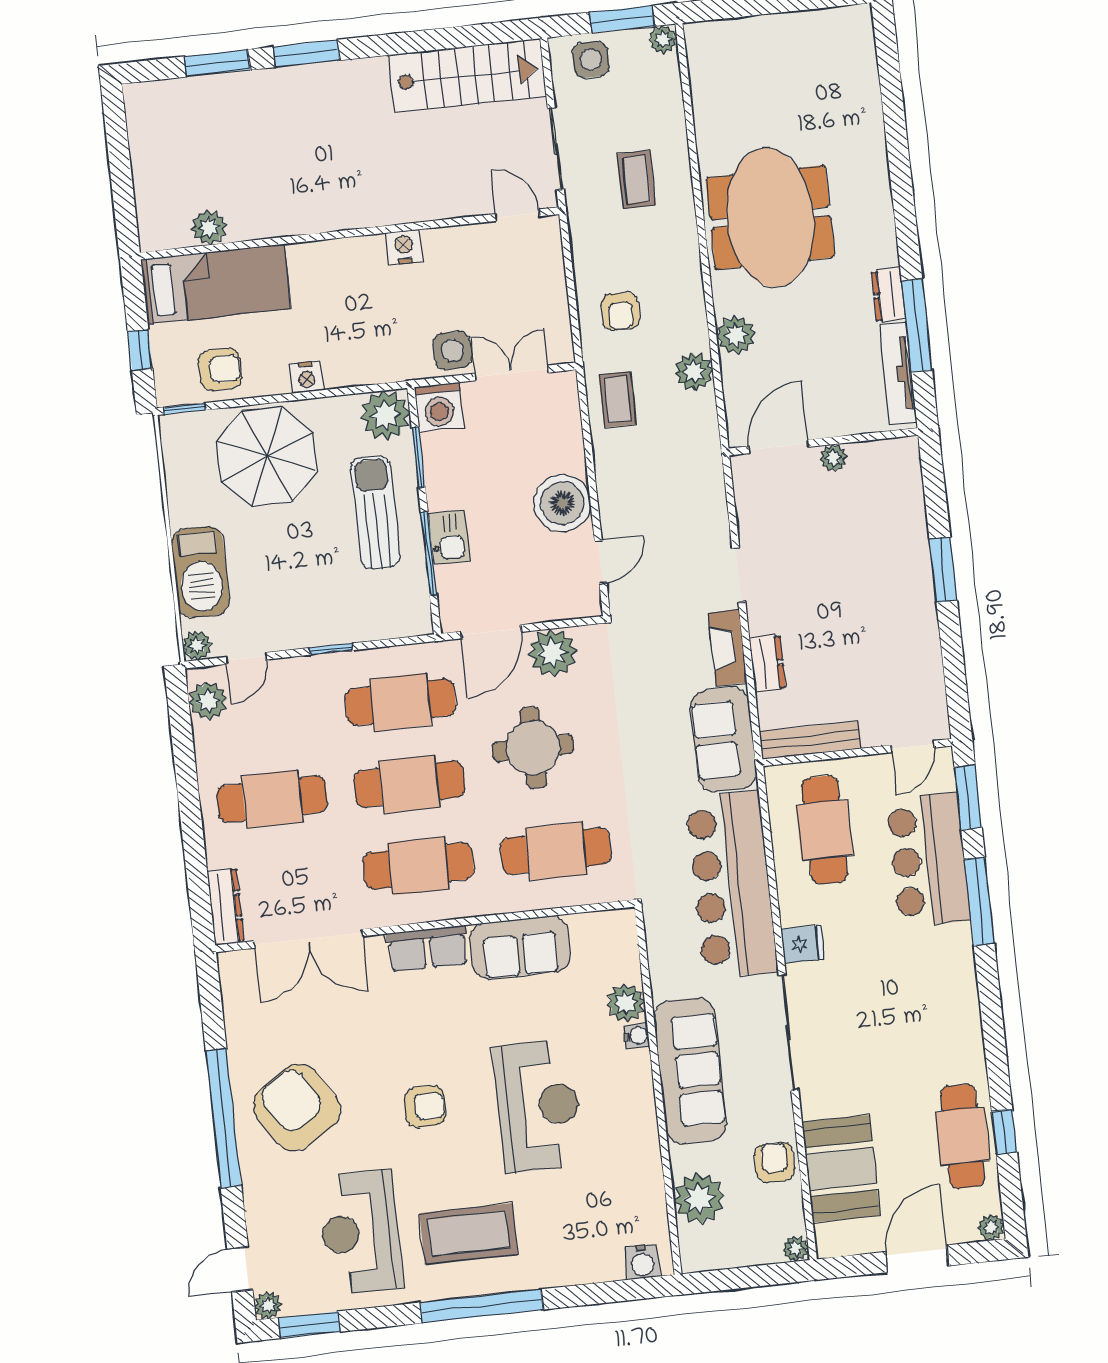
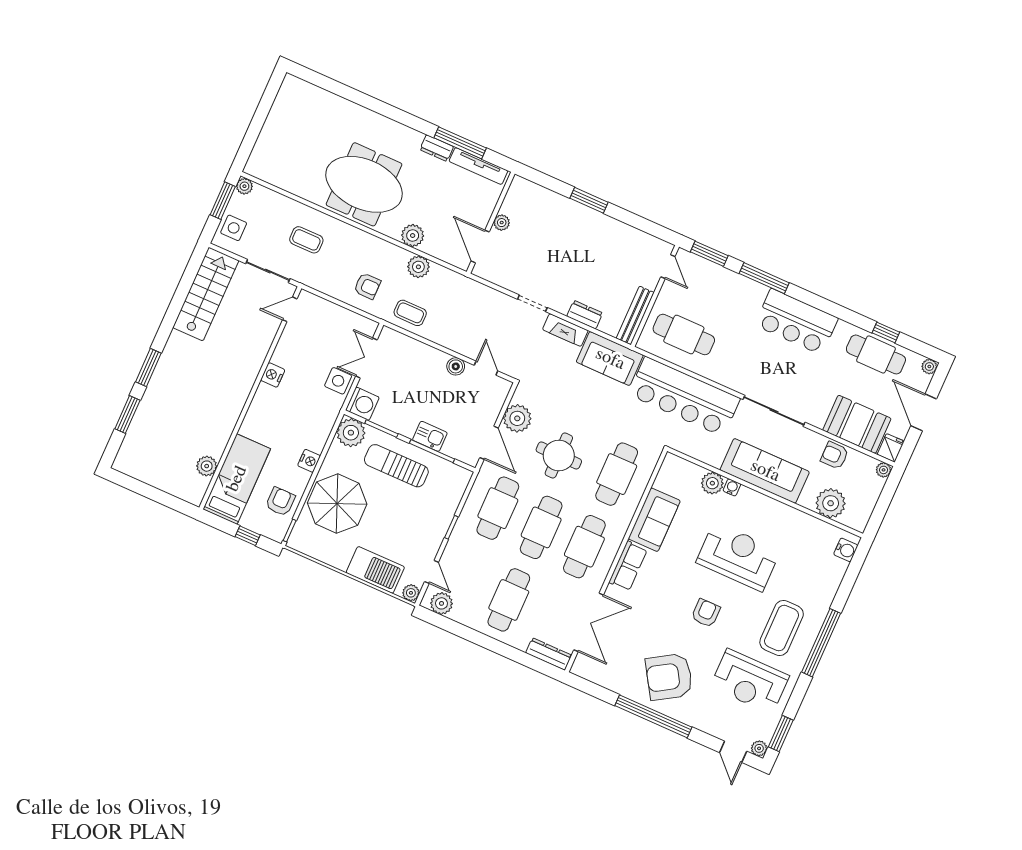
boiler: (562, 503) -> (456, 366), width x0.54, depth x0.54
bar counter: (928, 860) -> (796, 322), moved
fridge: (803, 944) -> (891, 448), moved

